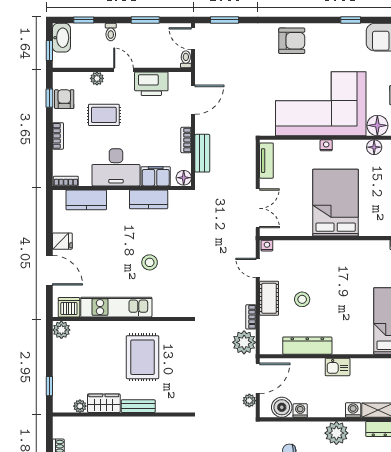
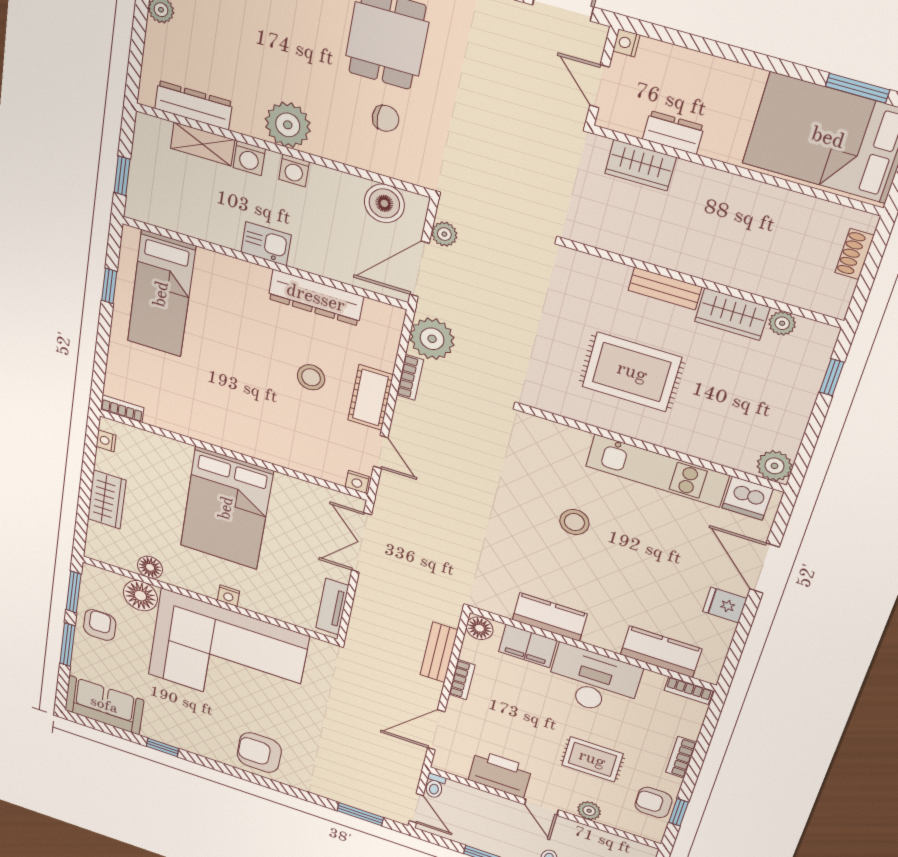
armchair: (64, 99) -> (653, 802), turned 90
rug: (143, 357) -> (632, 372), turned 90
washing machine: (300, 410) -> (294, 171), moved

